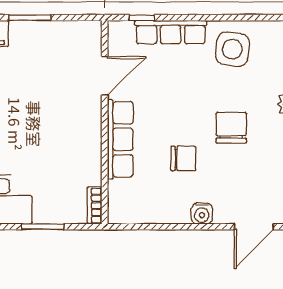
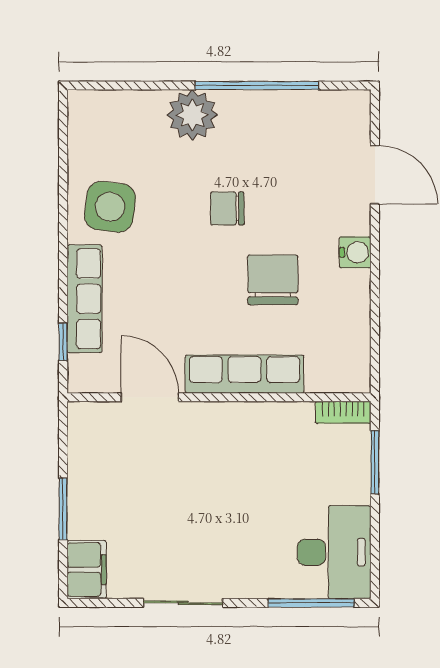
chair: (231, 128) -> (227, 208), width x0.73, depth x0.73
chair: (183, 158) -> (273, 280), width x1.37, depth x1.37
window: (43, 227) -> (375, 462), moved

